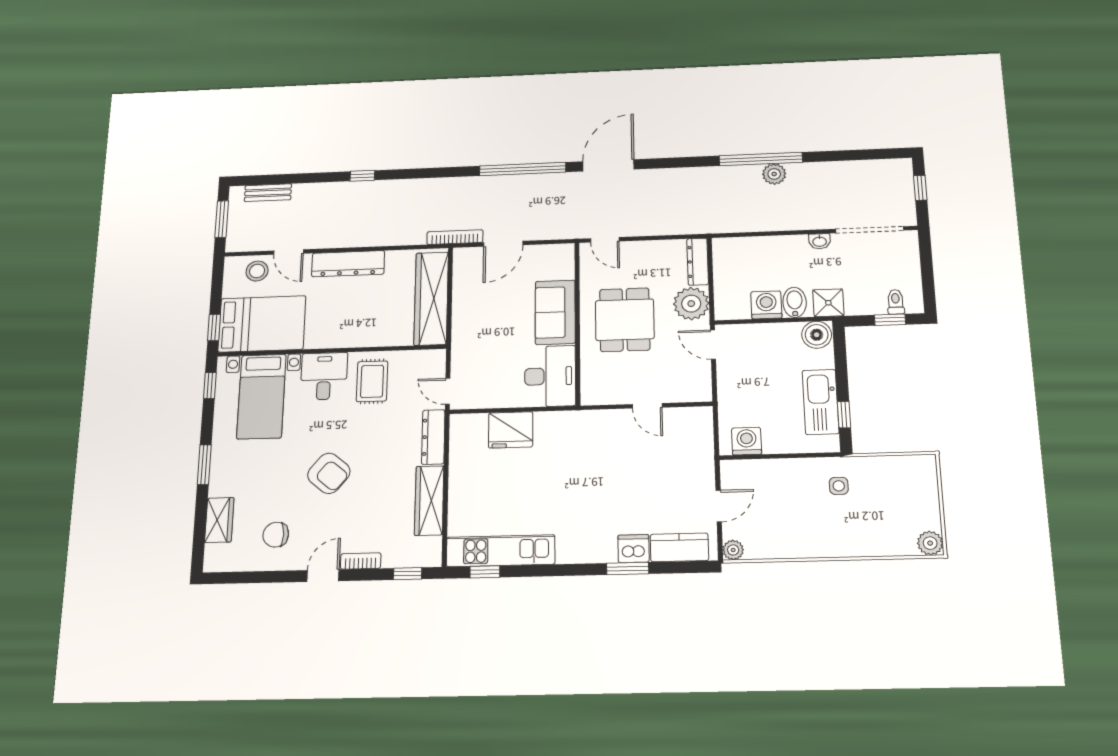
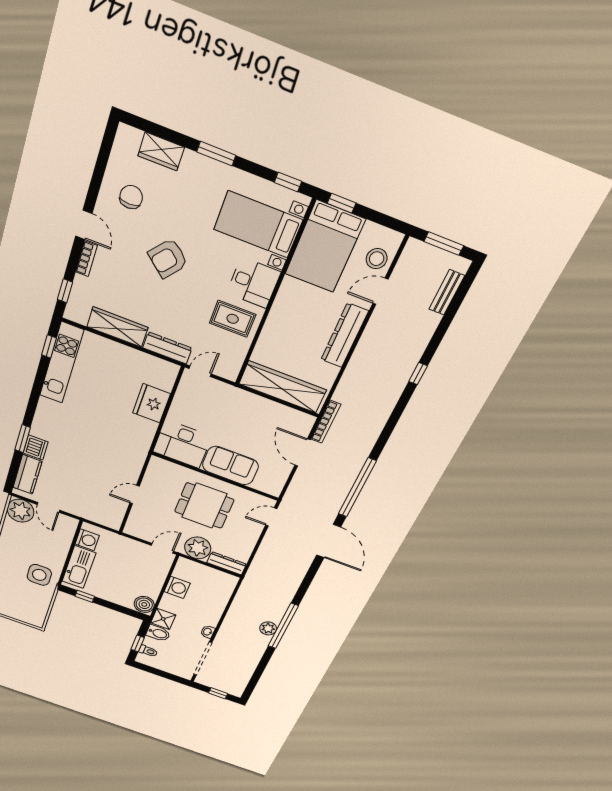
bidet: (795, 302) -> (158, 633), moved
kitchen sink: (821, 402) -> (79, 567), moved, turned 90
side table: (839, 486) -> (39, 575), width x1.87, depth x1.87
plant: (733, 550) -> (20, 511), width x1.88, depth x1.88

